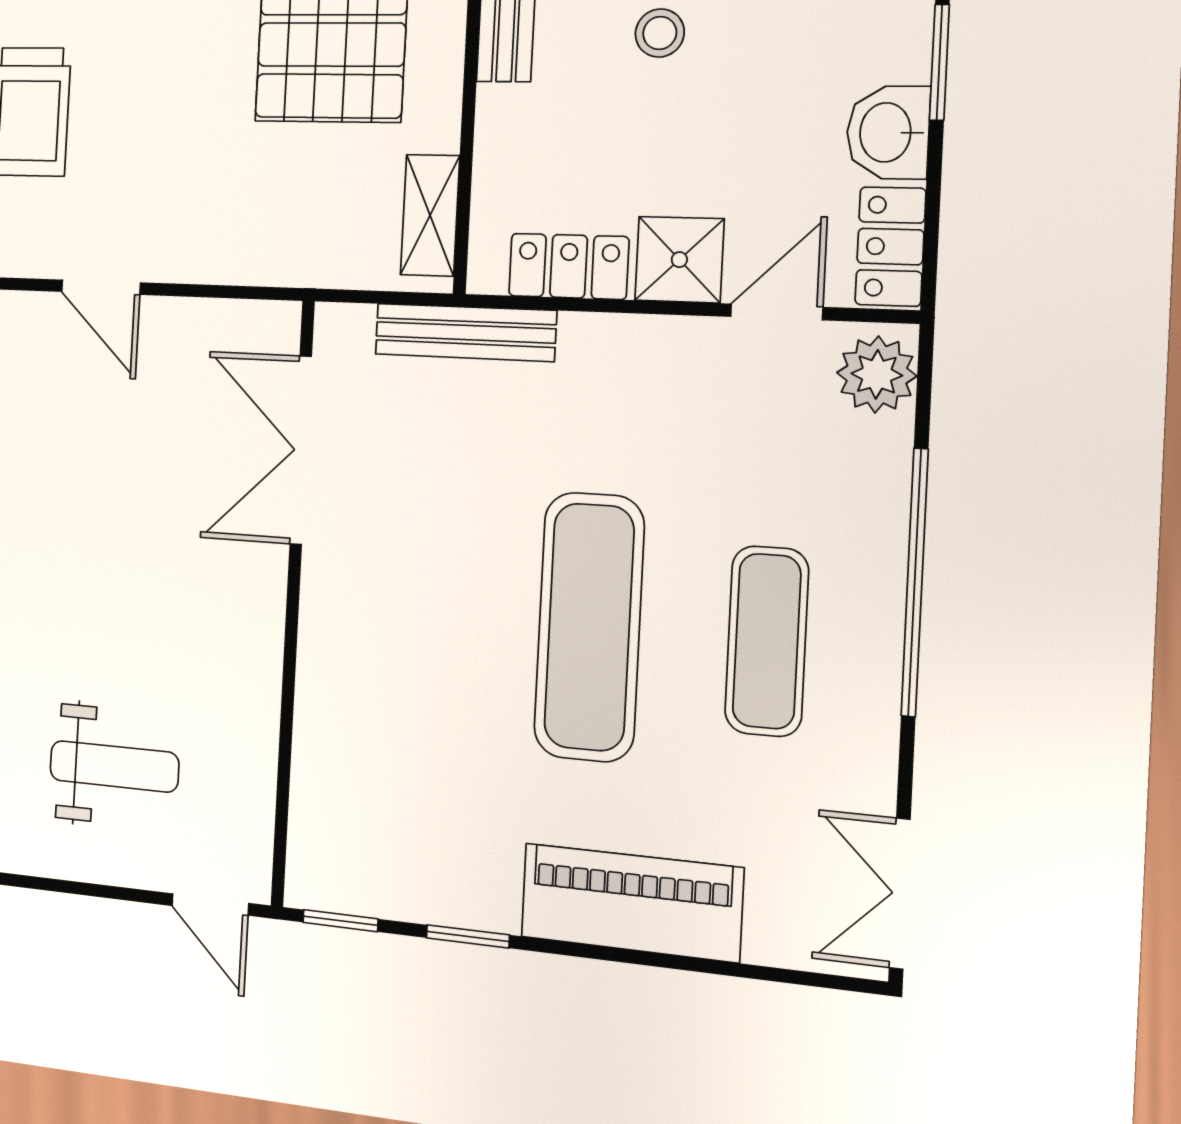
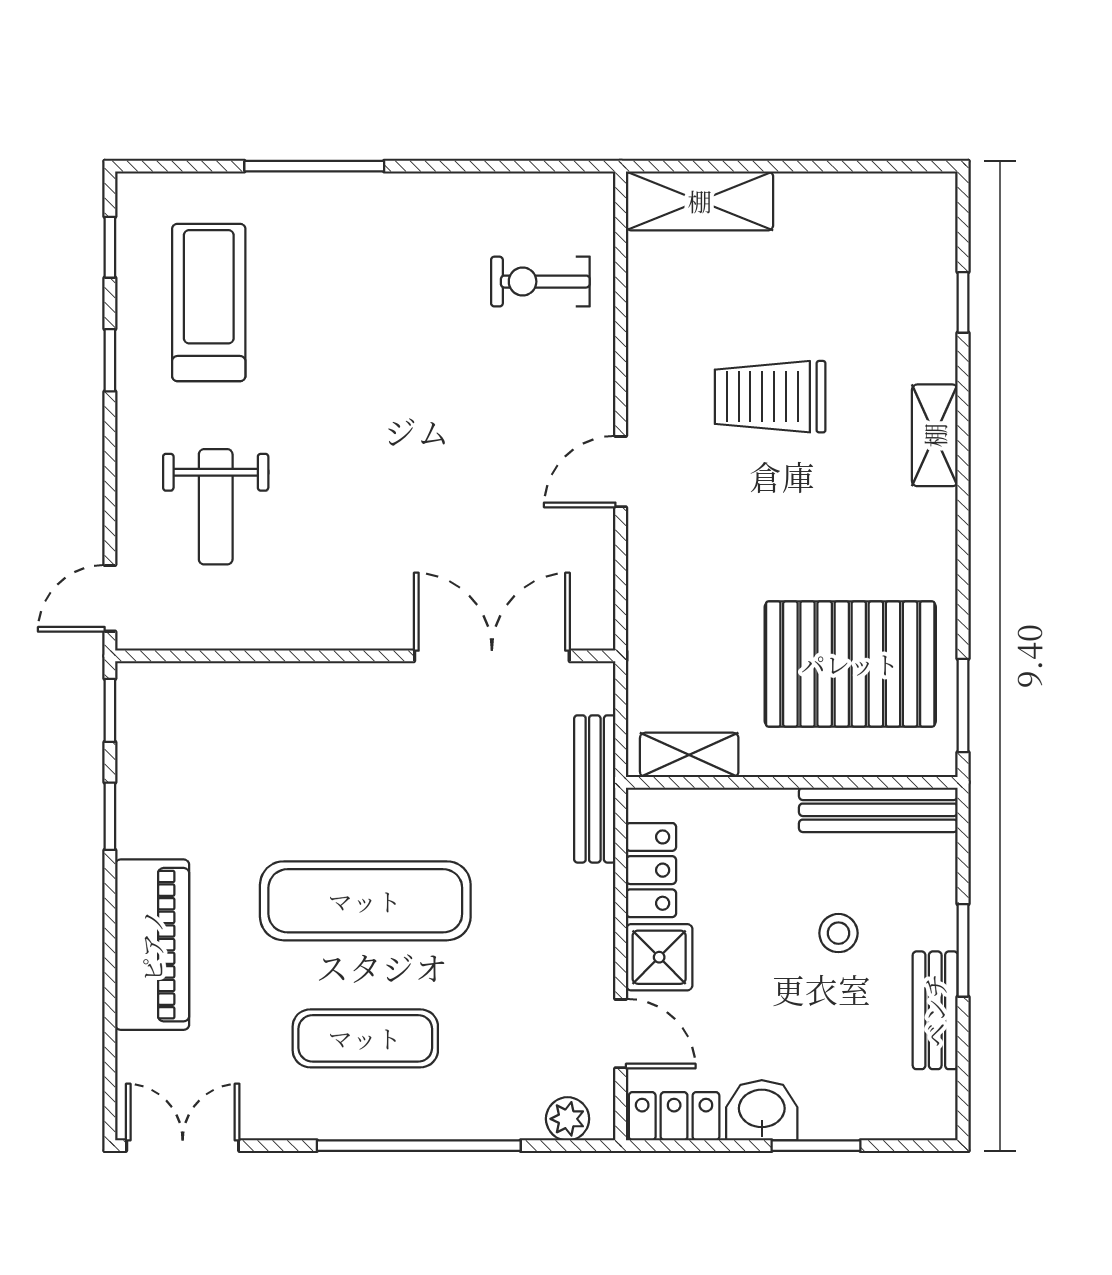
plant: (877, 374) -> (568, 1119), width x0.73, depth x0.73

